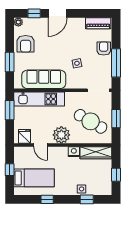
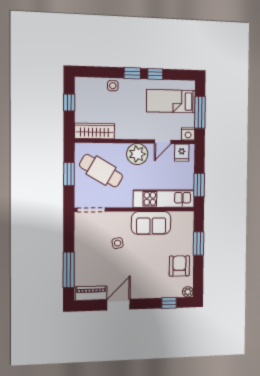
door: (58, 13) -> (118, 305), moved
armchair: (104, 48) -> (84, 262), removed
window: (116, 63) -> (69, 270), moved
sofa: (44, 79) -> (151, 223), width x0.73
door: (41, 145) -> (163, 142), swing flipped
nightstand: (74, 152) -> (188, 134), moved
window: (10, 170) -> (200, 112), width x2.17
window: (87, 199) -> (132, 73), moved

